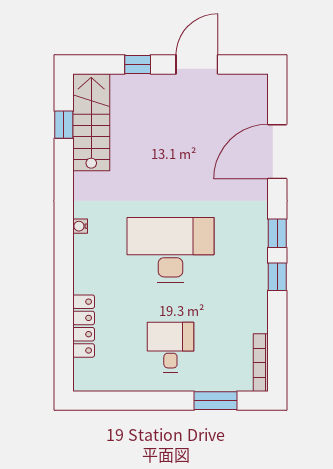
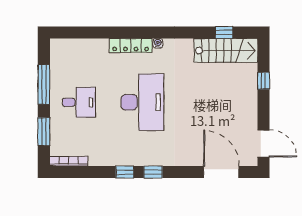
door: (197, 64) -> (263, 143), moved
door: (277, 152) -> (221, 172), moved
locker: (84, 326) -> (131, 45), moved
window: (143, 401) -> (44, 84), added

